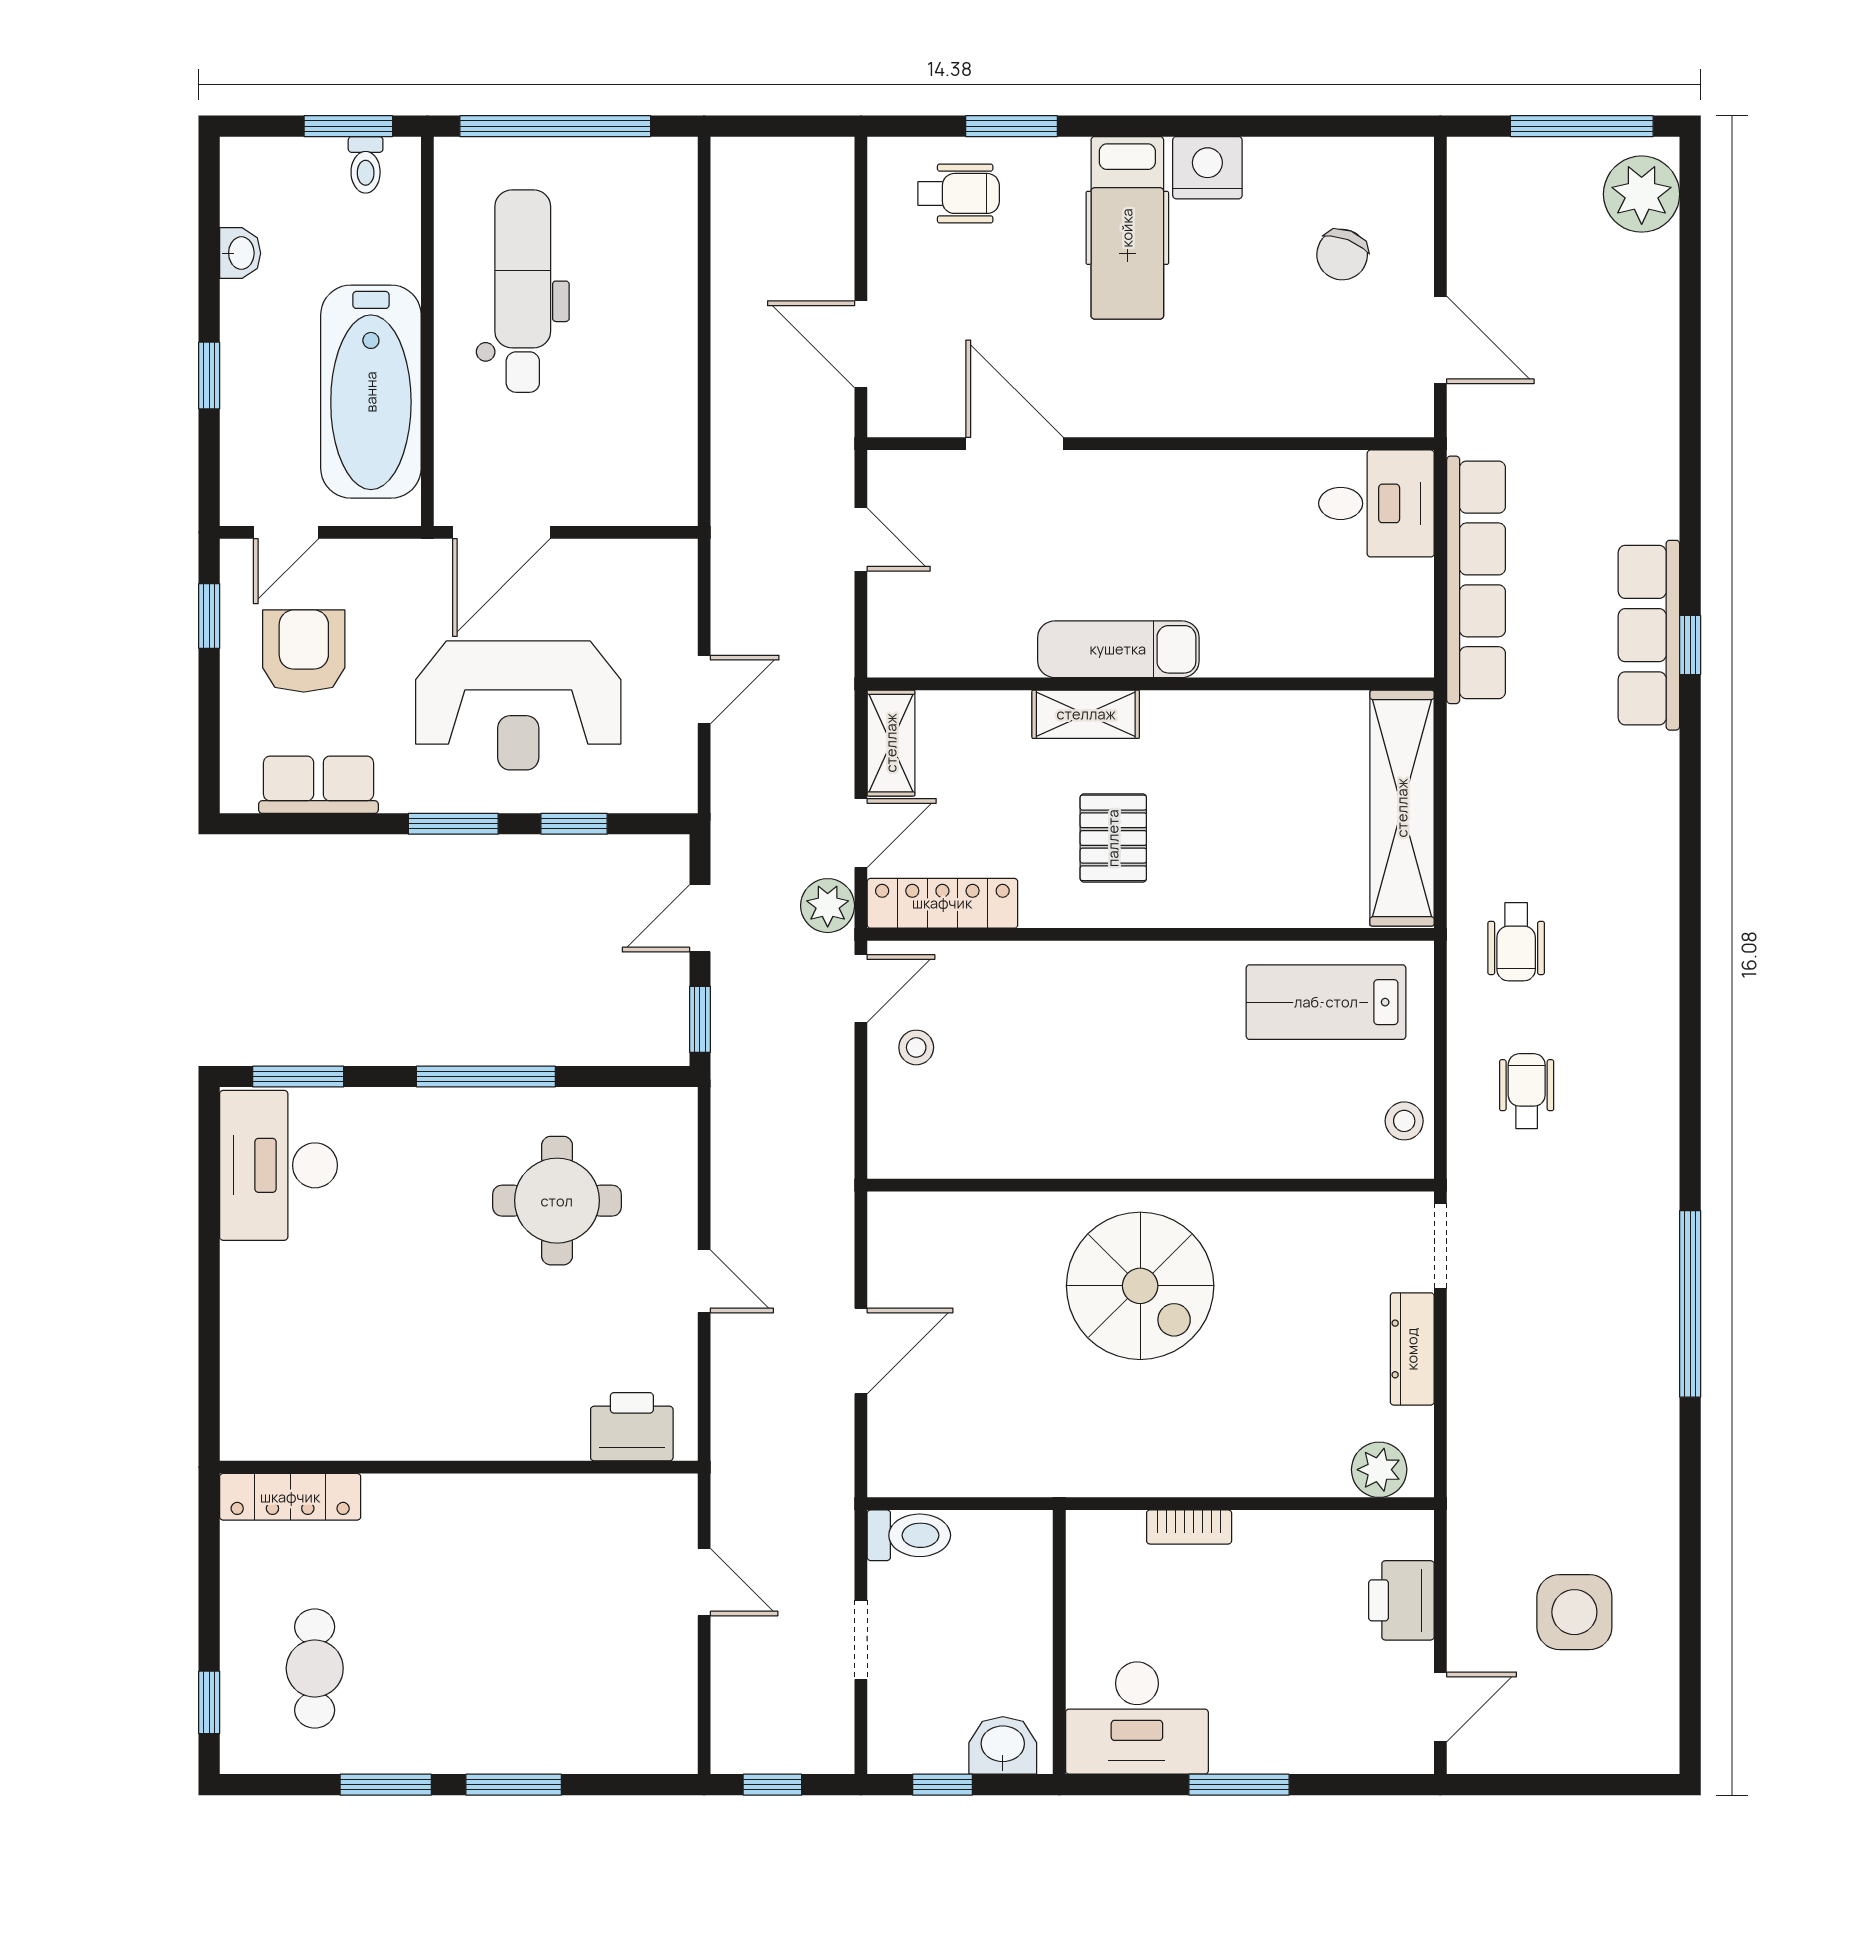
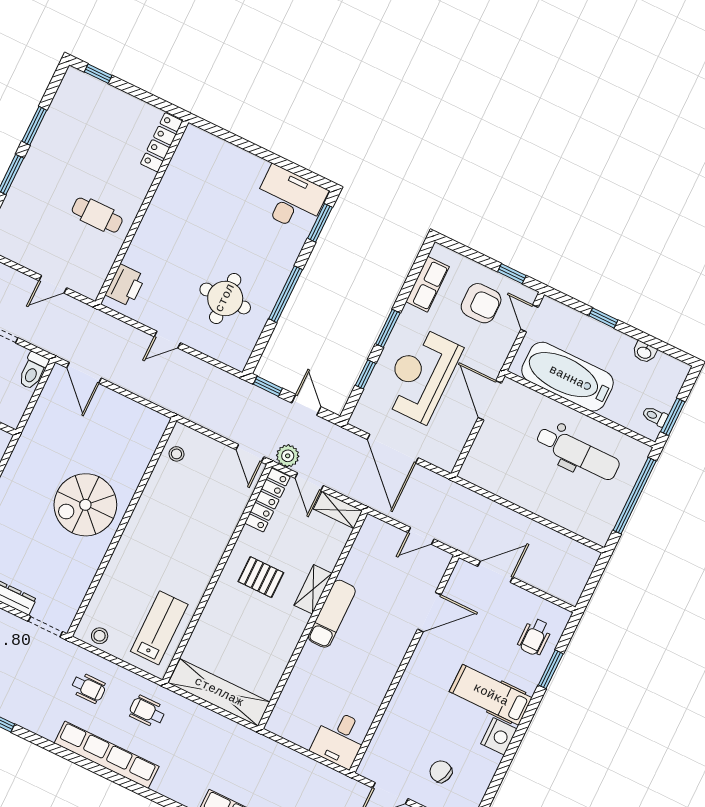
row of seats: (1476, 580) -> (107, 755), moved, turned 180
door: (704, 690) -> (393, 449), width x1.87
stool: (916, 1047) -> (176, 454), moved
door: (861, 1351) -> (84, 373), moved
cafe table: (315, 1668) -> (97, 215), moved

